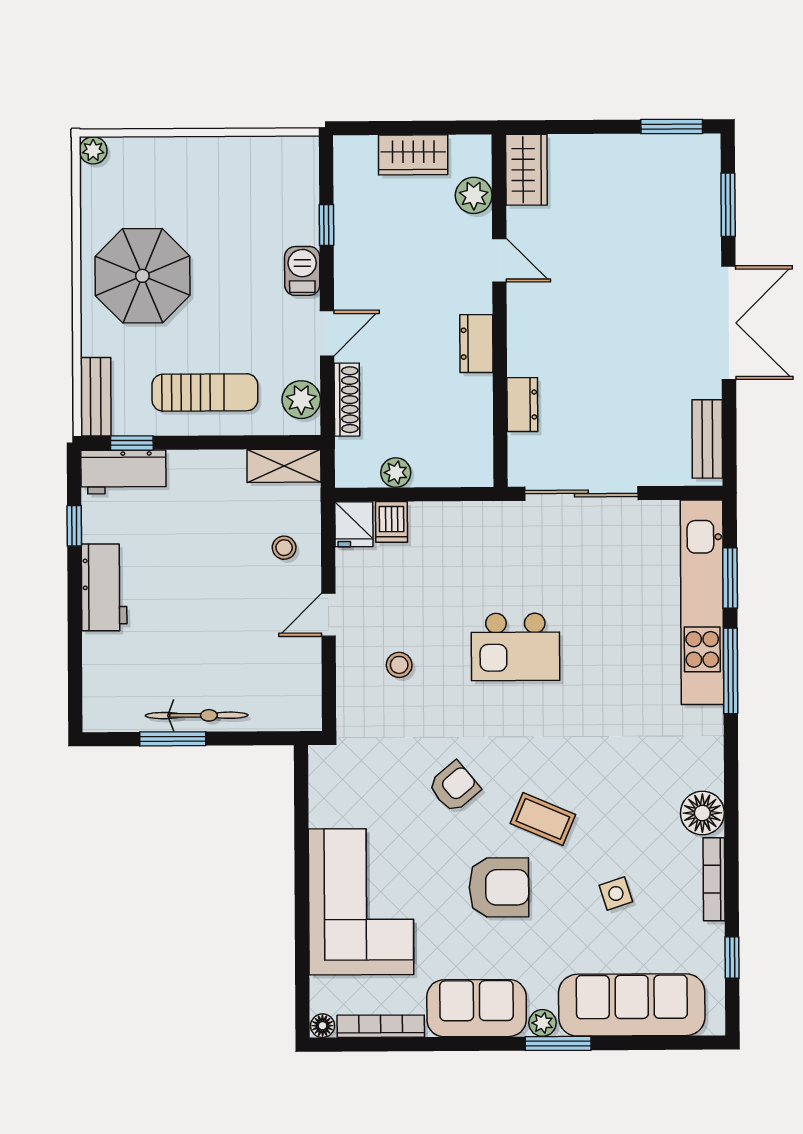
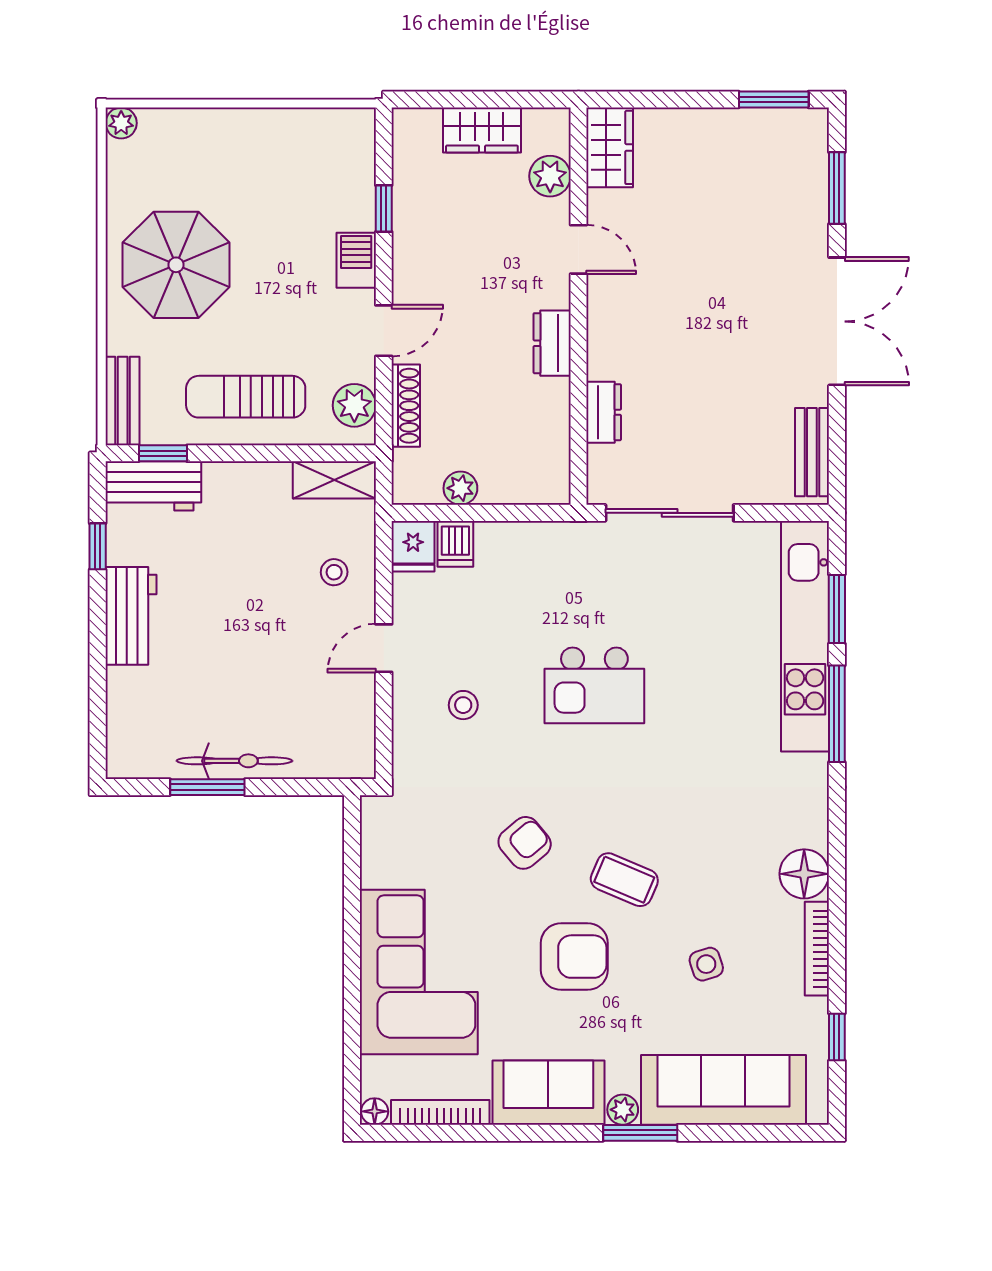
sun lounger: (205, 392) -> (246, 397), turned 180

